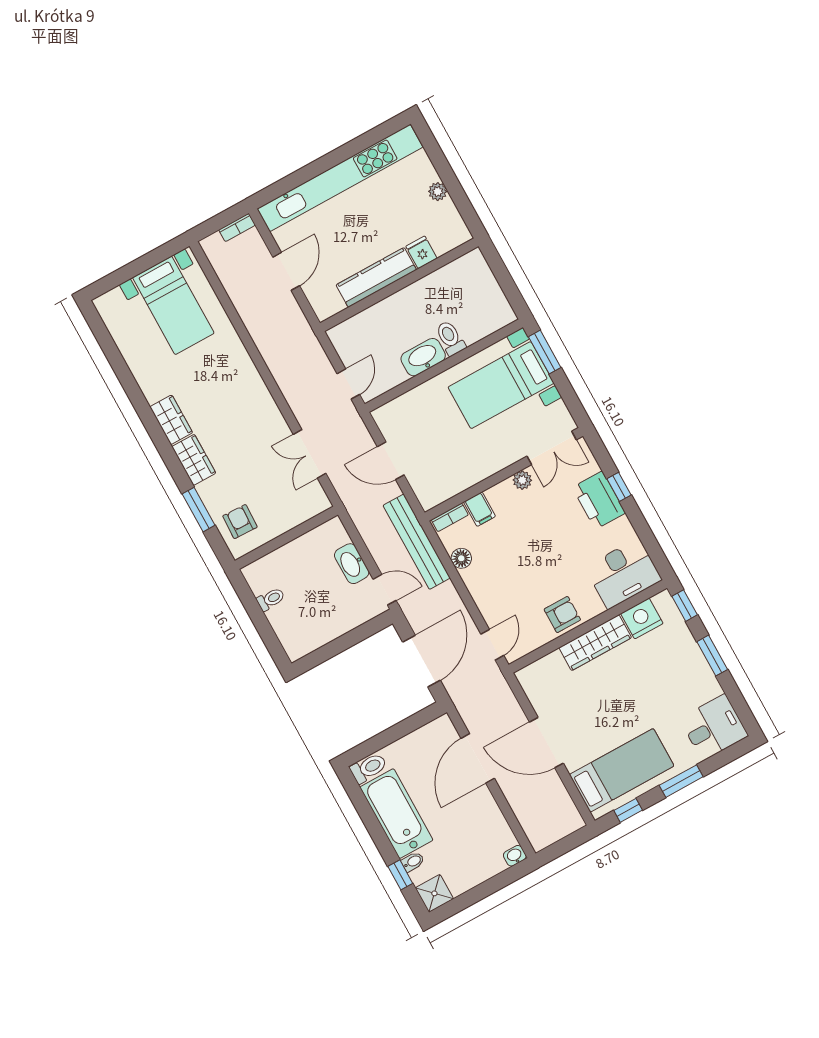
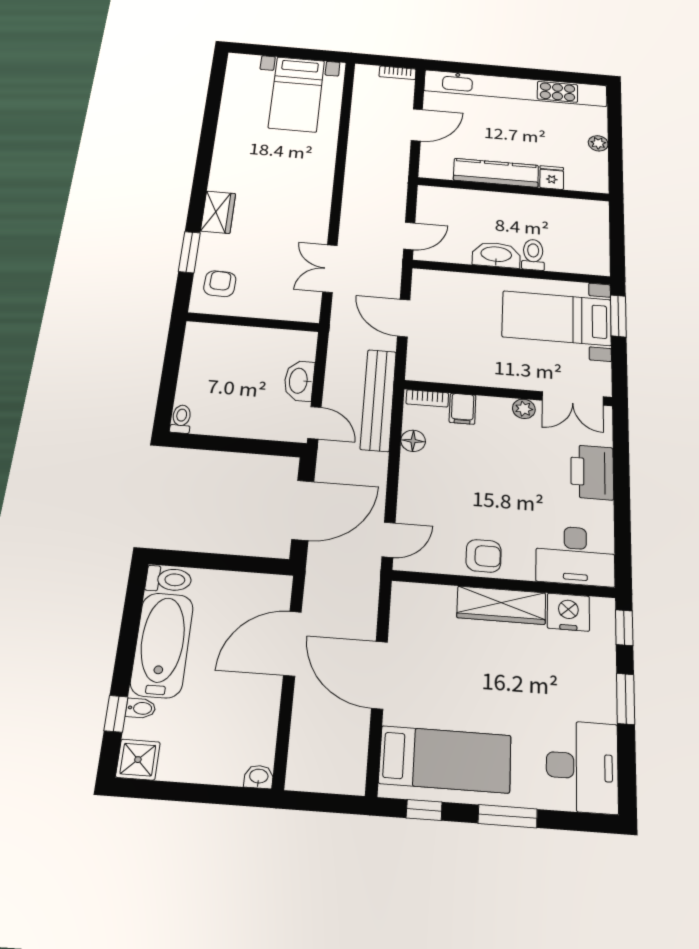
wardrobe: (171, 420) -> (224, 172), removed
window: (619, 487) -> (621, 472), removed
toilet: (271, 599) -> (181, 419), moved, turned -90
desk: (714, 727) -> (582, 766), width x1.37

